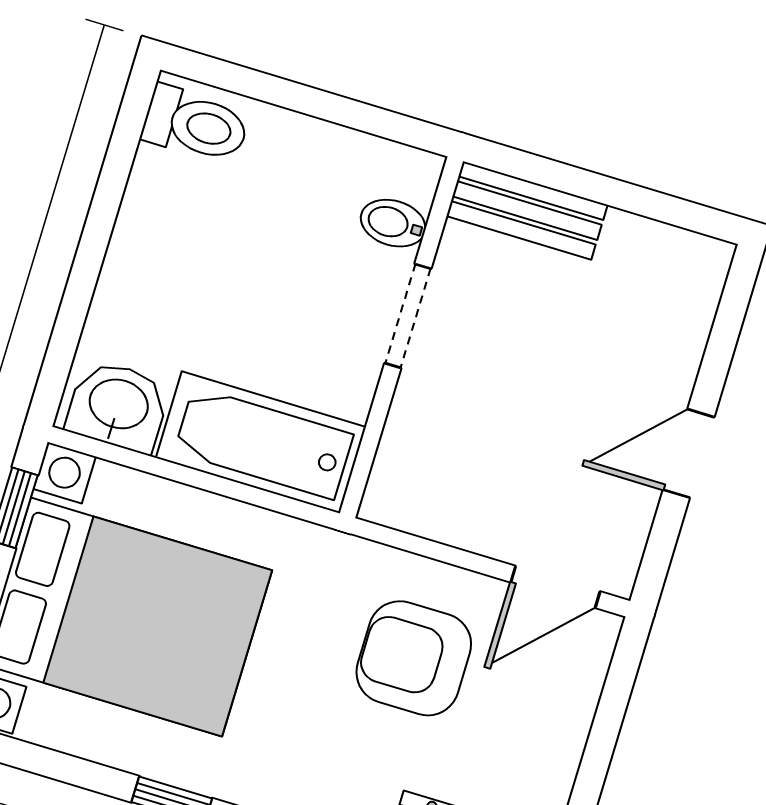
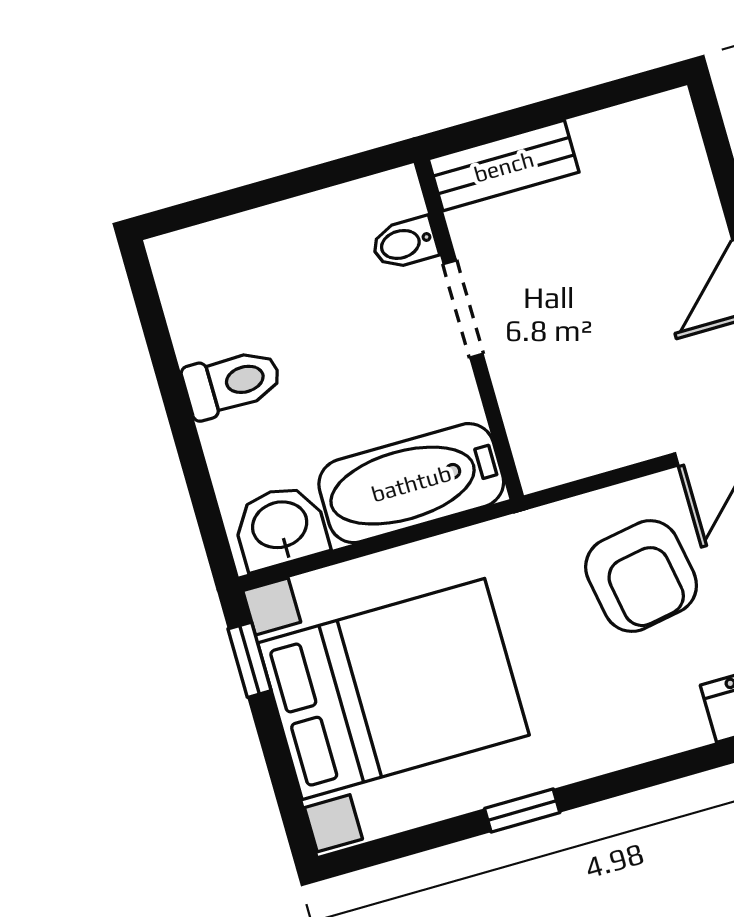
toilet: (195, 125) -> (232, 383), moved
armchair: (414, 658) -> (641, 576), turned -100

